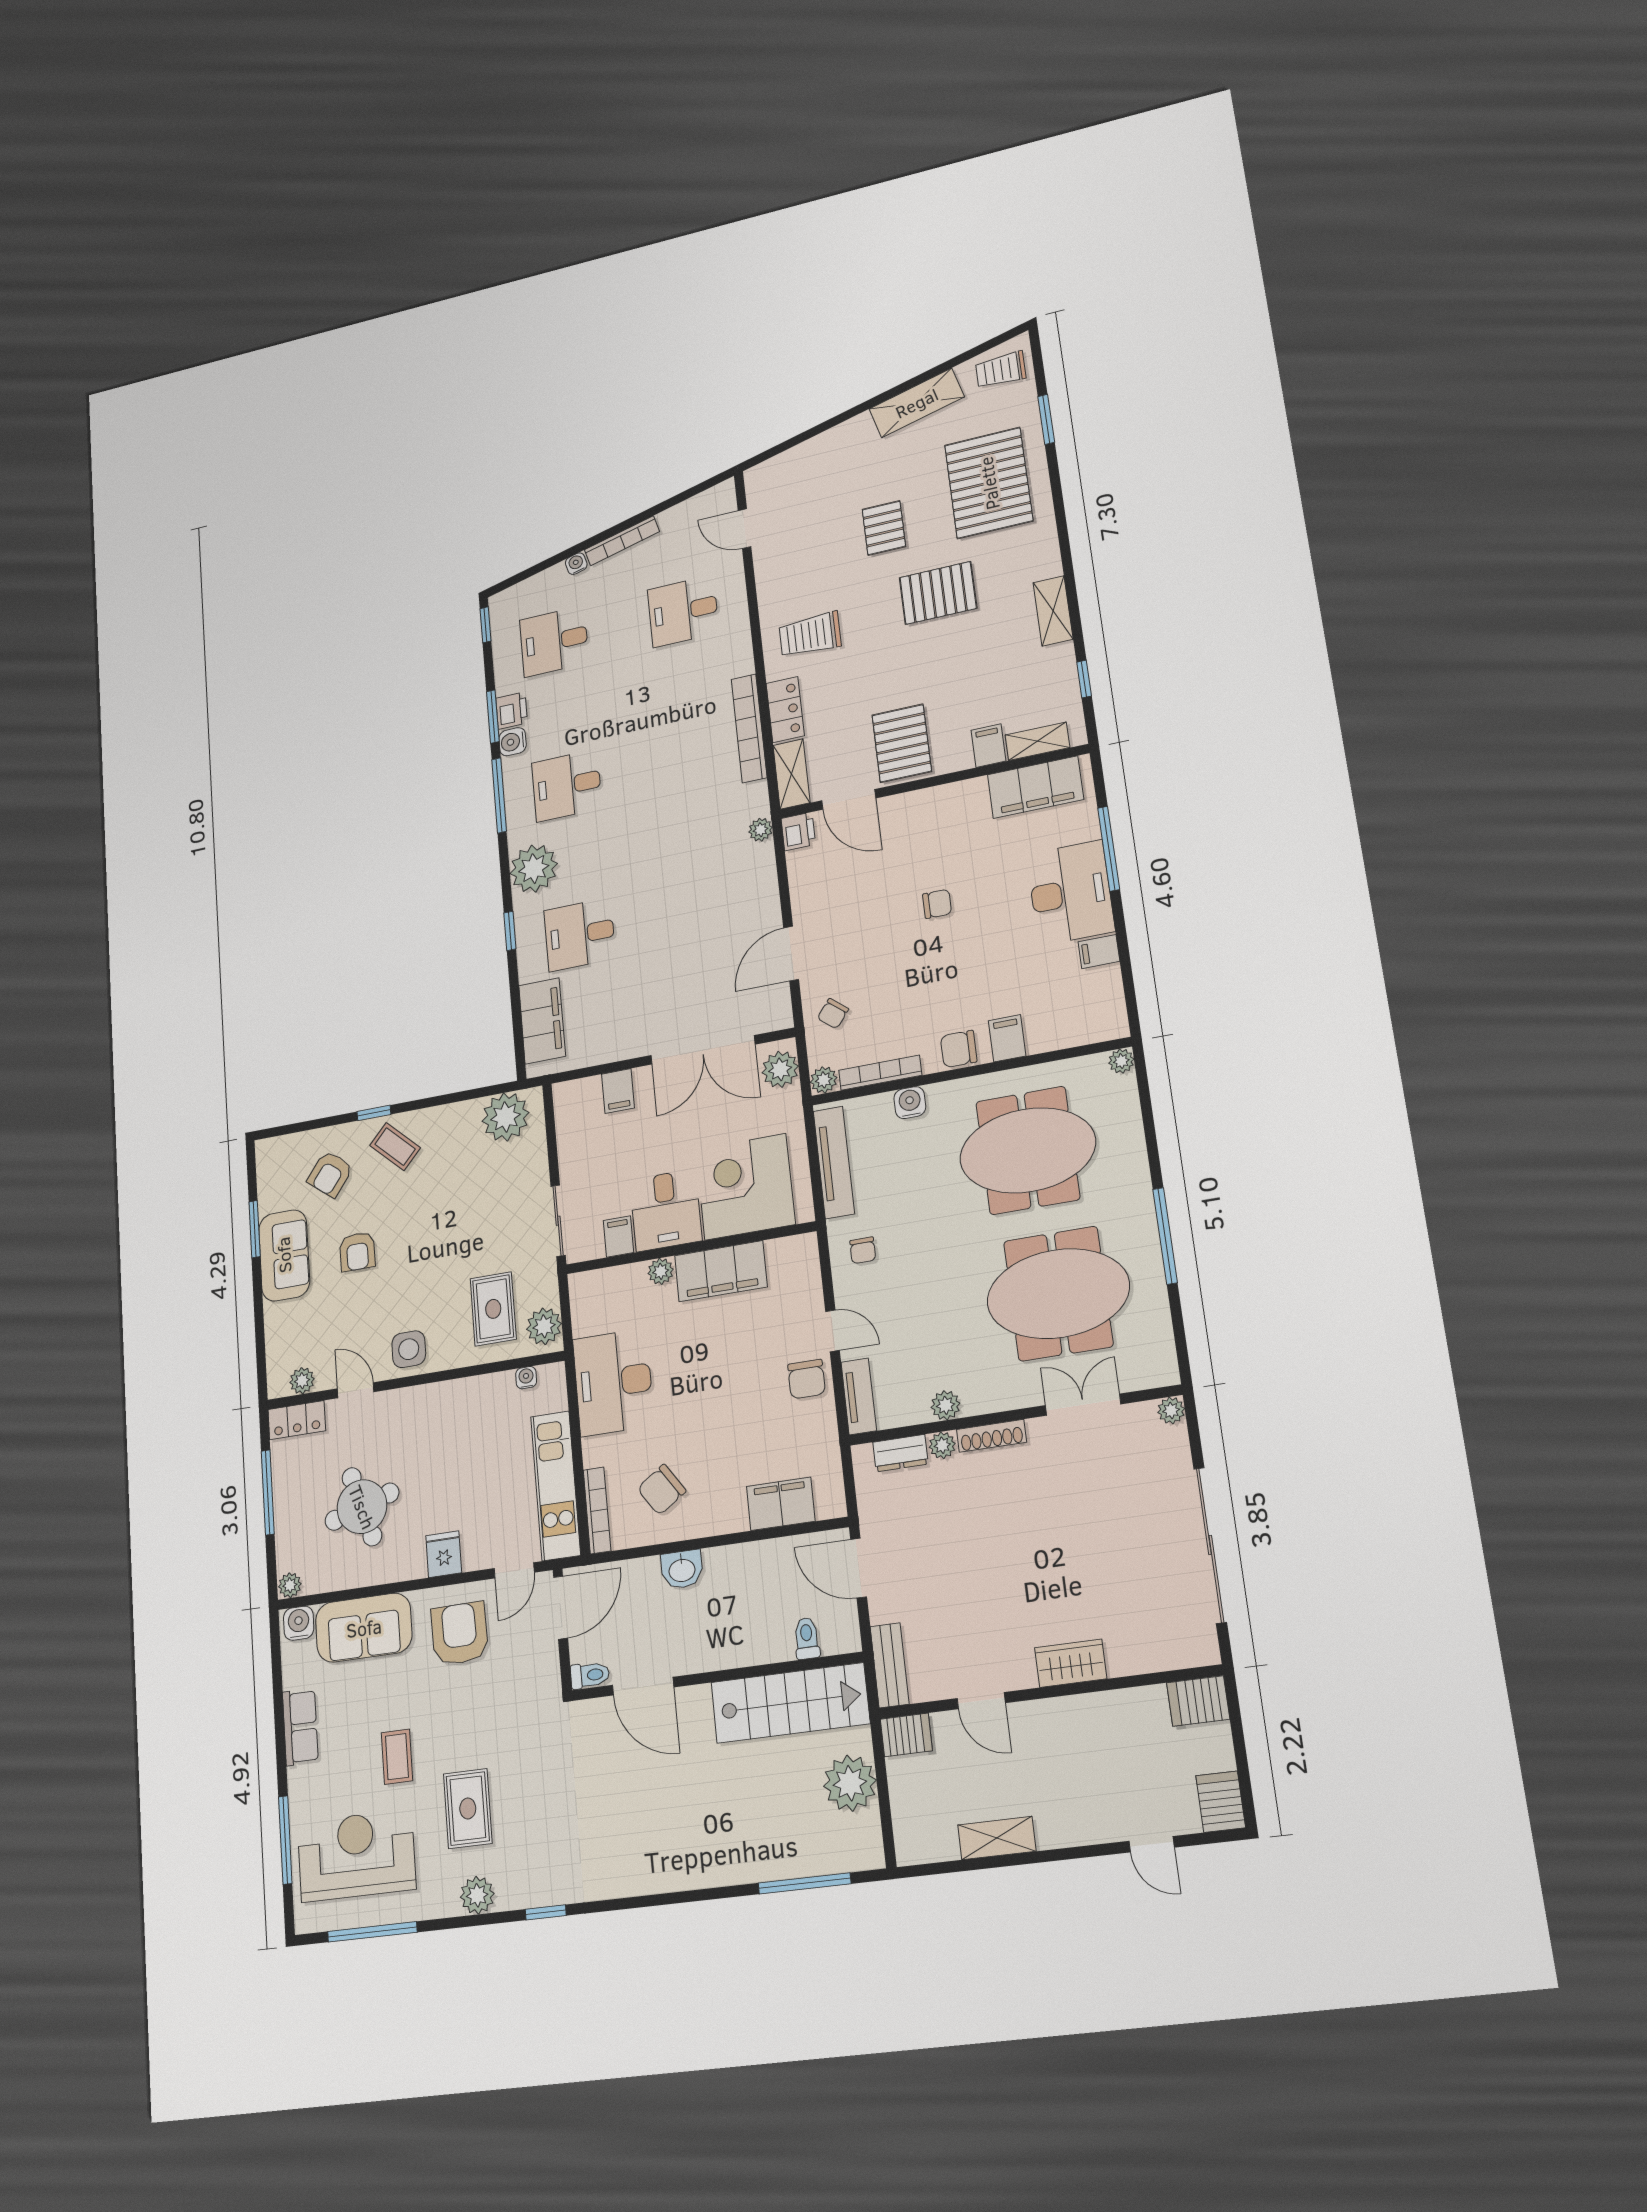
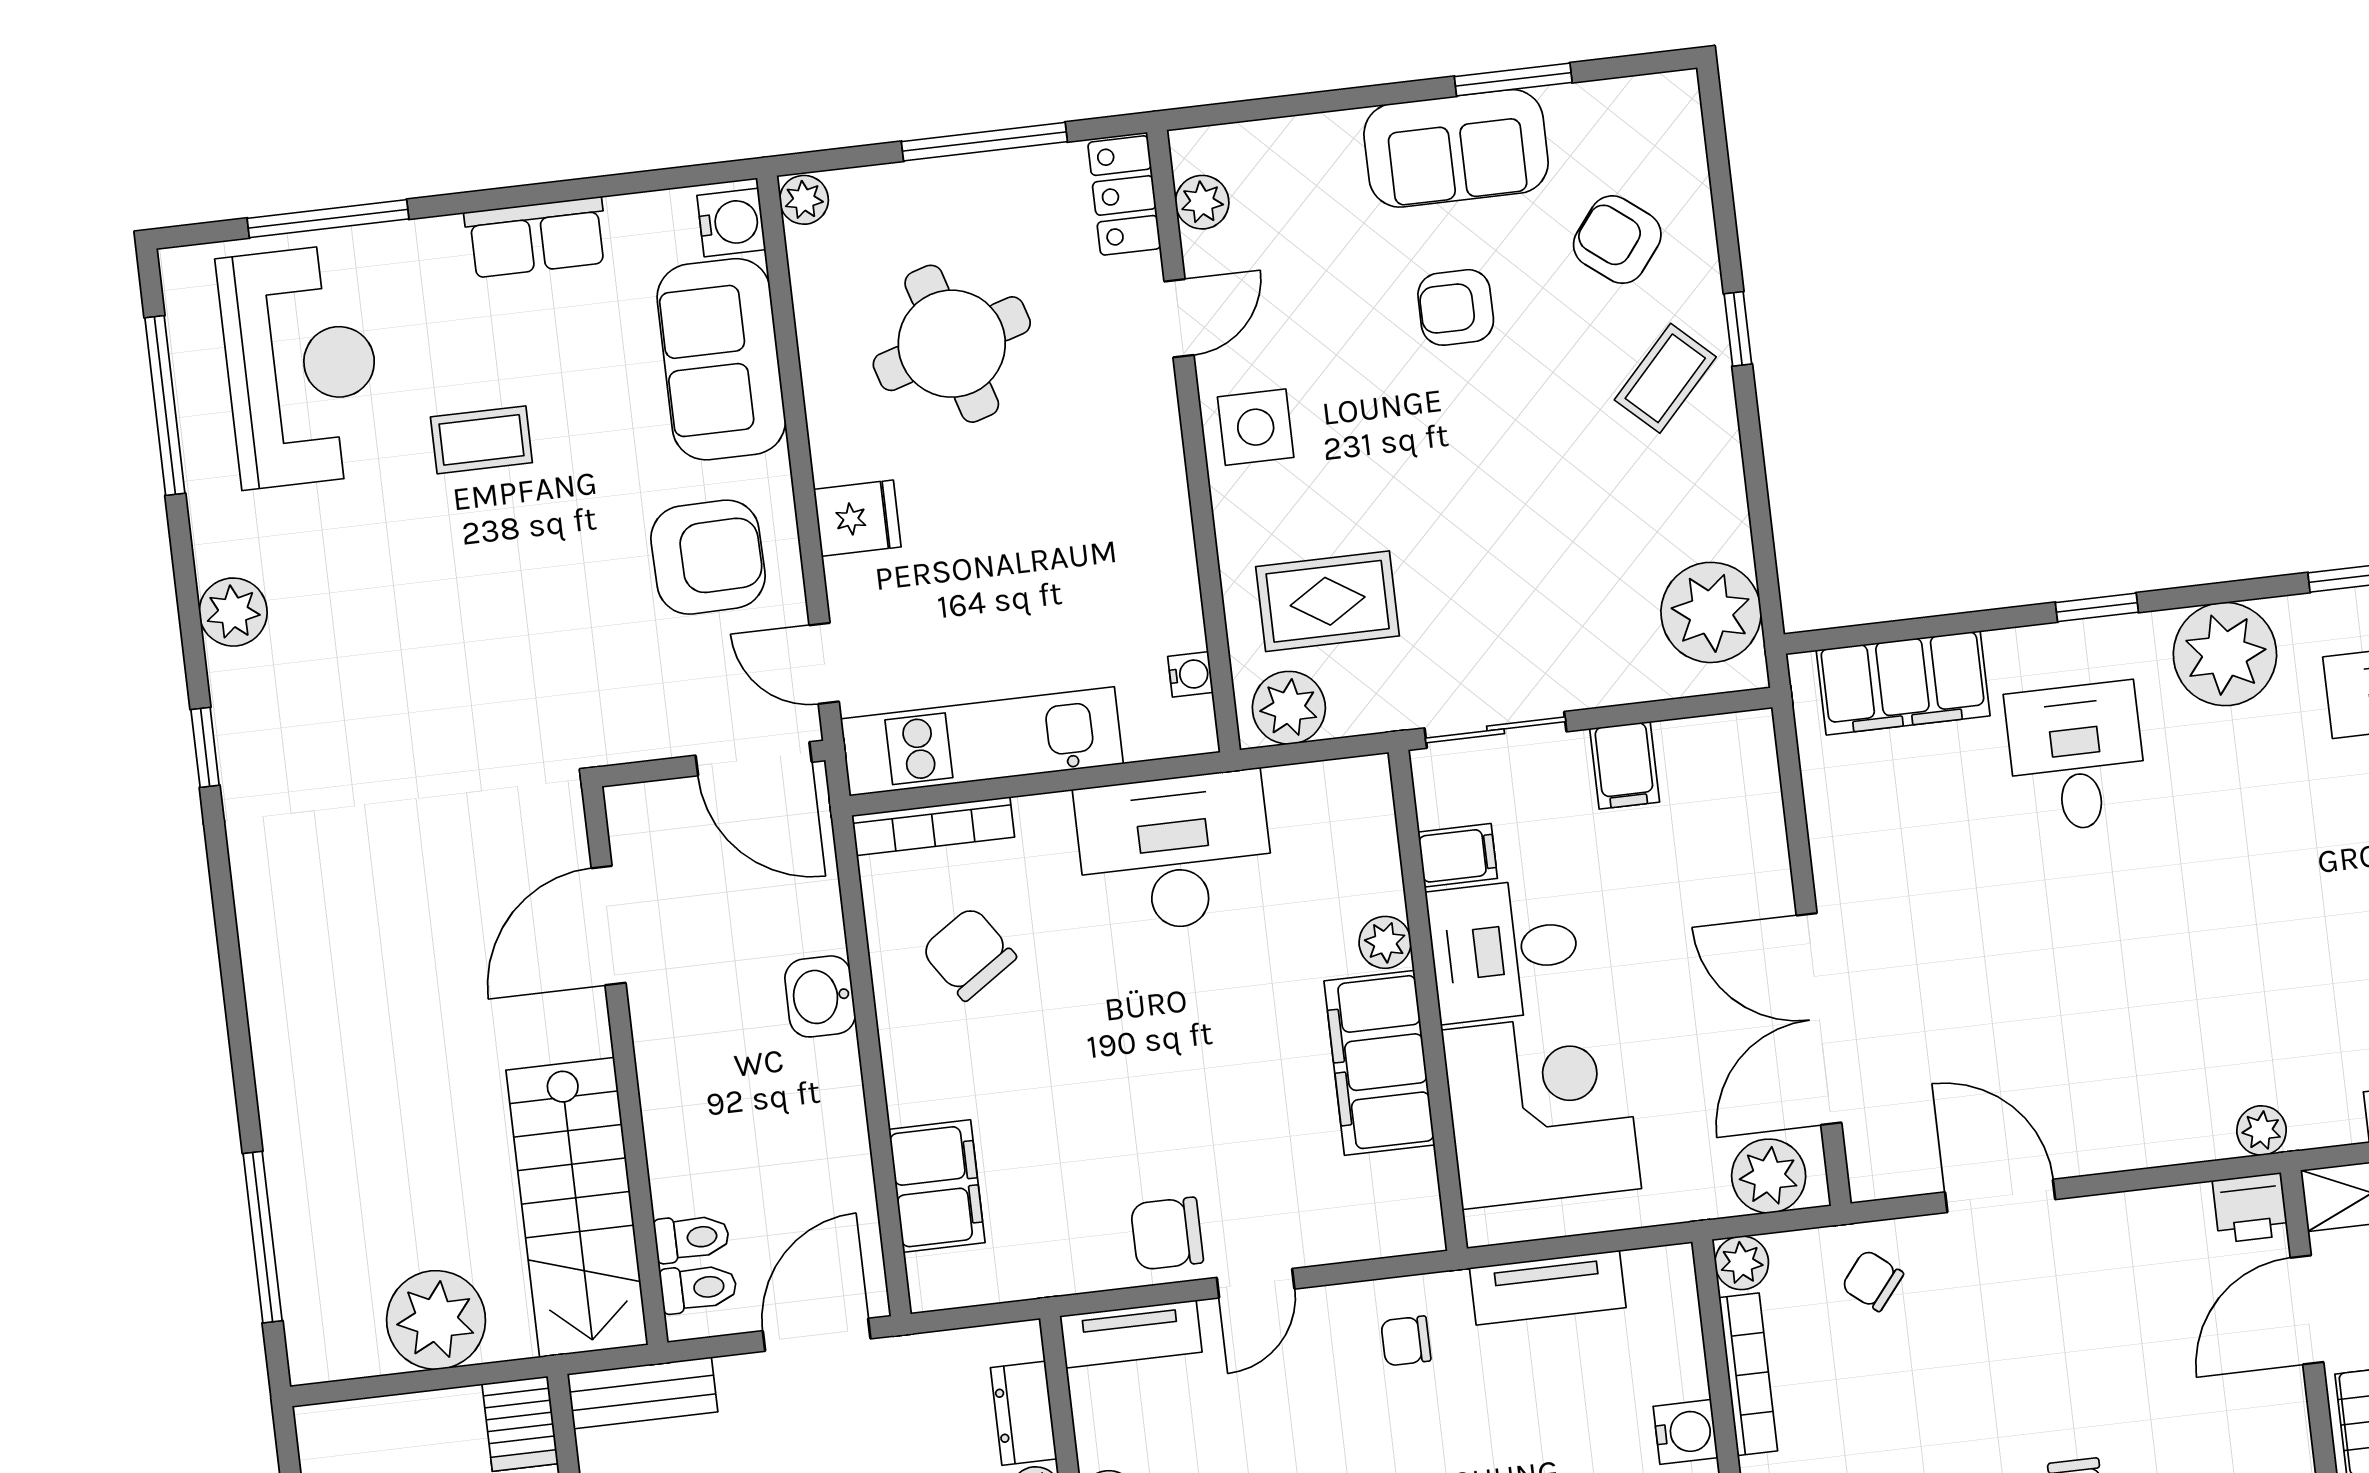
filing cabinet: (618, 1091) -> (1625, 765), moved, turned -90
tv unit: (834, 1162) -> (1548, 1288), width x0.71
toilet: (590, 1675) -> (698, 1288), moved, turned -90
rug: (468, 1808) -> (388, 587), removed

